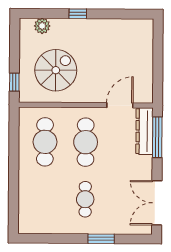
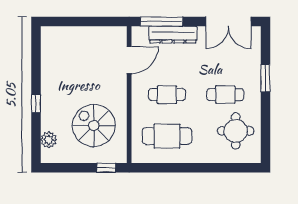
door: (120, 105) -> (129, 60), swing flipped
dresser: (144, 131) -> (173, 35), moved
cafe table: (86, 142) -> (167, 95), width x0.73, depth x0.74
round table: (50, 209) -> (236, 131), added

